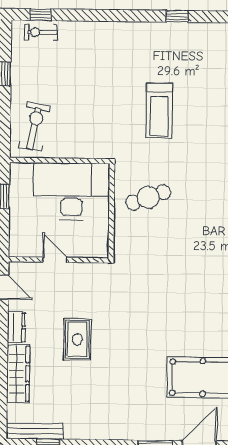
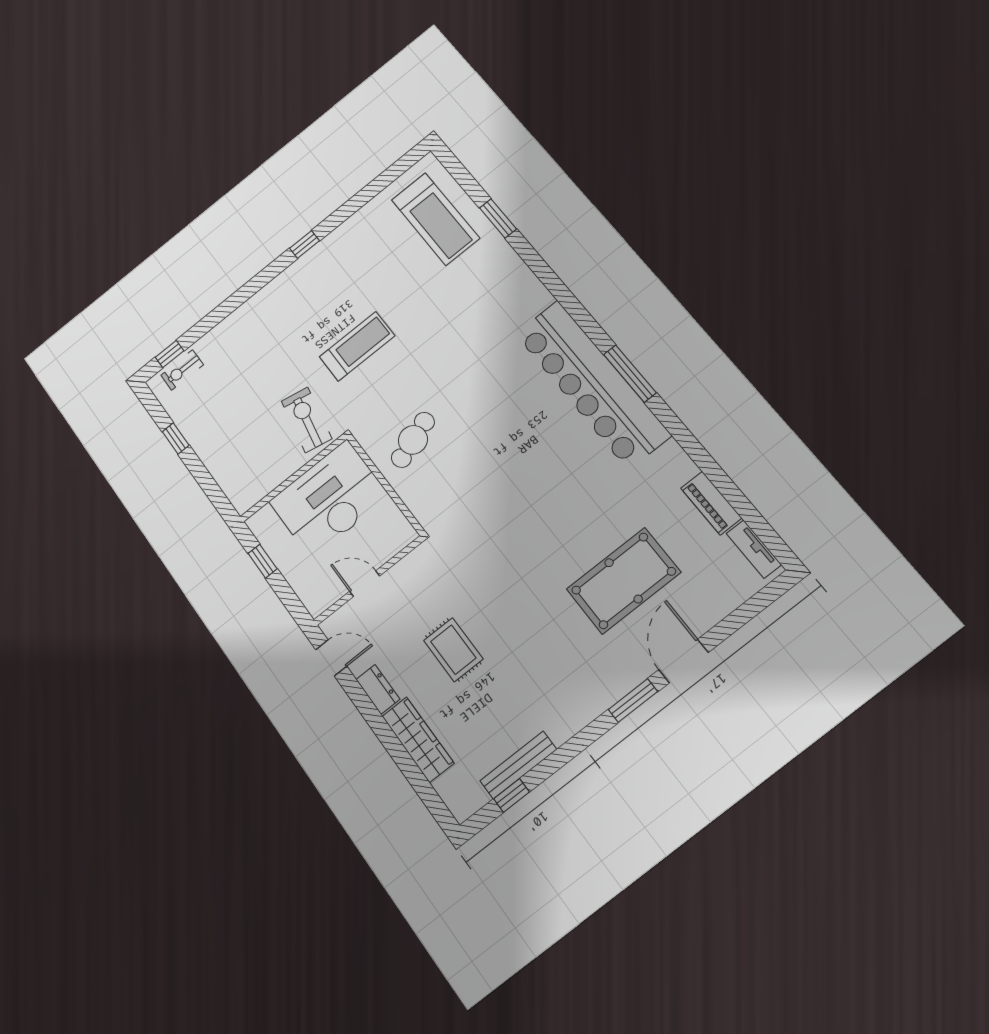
treadmill: (159, 111) -> (357, 346), turned -90
exercise bike: (34, 127) -> (307, 420), moved
bench: (34, 431) -> (518, 765), moved

